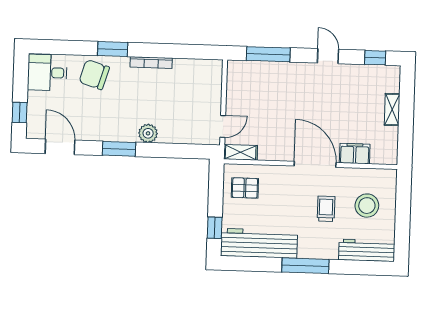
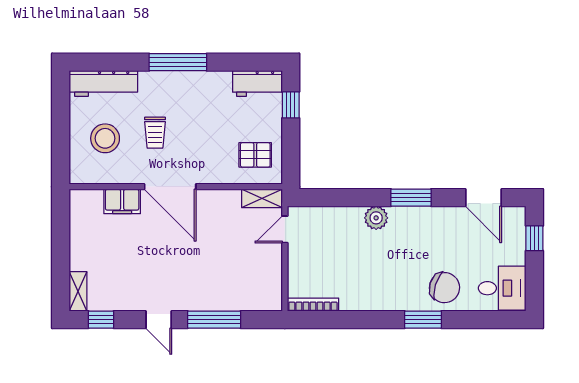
window: (268, 54) -> (214, 320), moved
bookcase: (151, 63) -> (313, 305), moved
shelving: (392, 110) -> (78, 291), moved
workbench: (259, 243) -> (257, 83), width x0.53, depth x0.76

